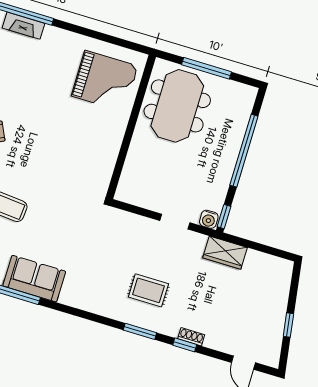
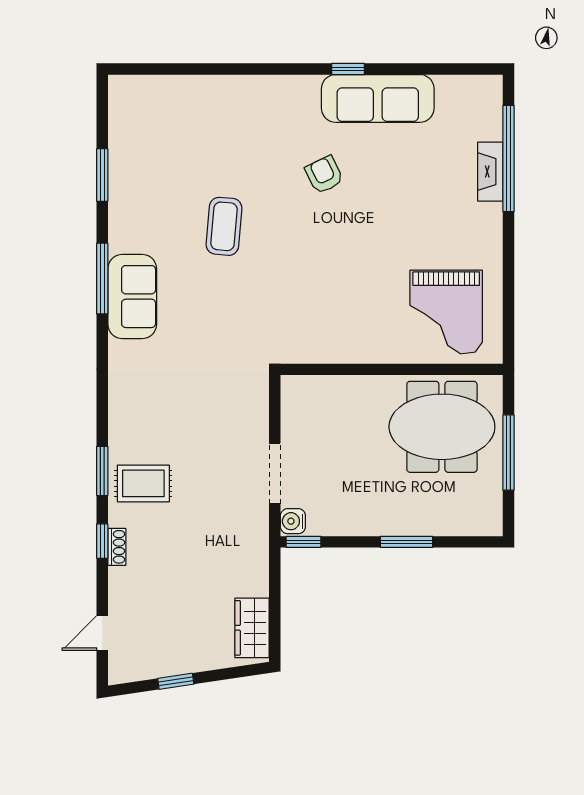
window: (244, 151) -> (406, 542), width x0.47
doorway: (175, 222) -> (275, 473), width x1.38
wardrobe: (225, 253) -> (252, 628), moved
rug: (148, 290) -> (143, 483), moved, turned 90

